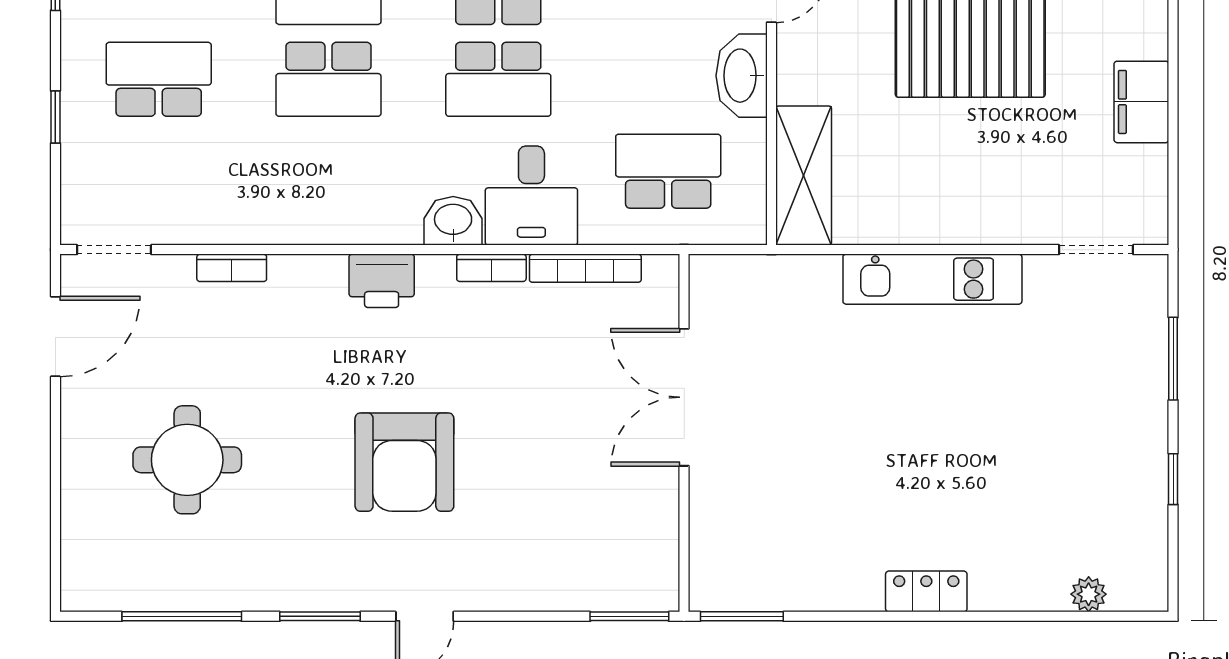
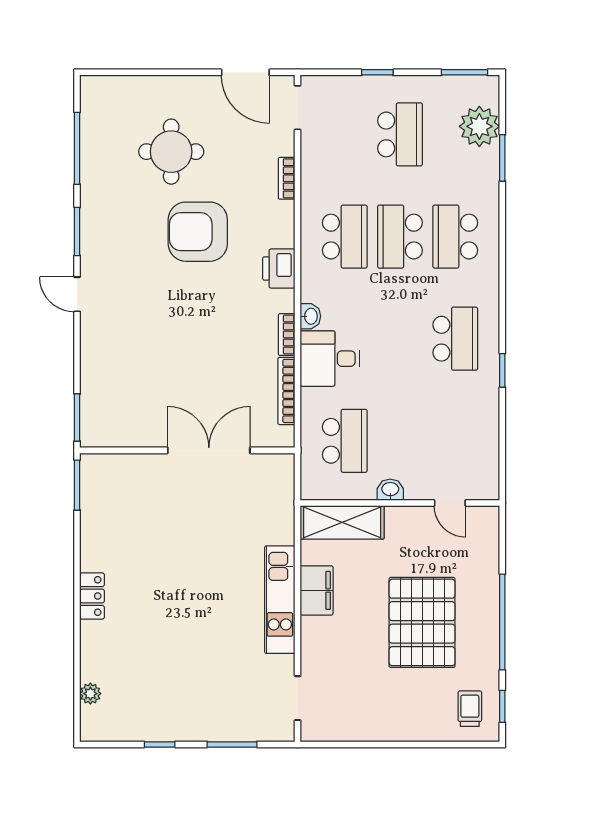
washbasin: (742, 76) -> (390, 490), width x0.52, depth x0.69
school desk: (498, 79) -> (345, 237), moved, turned 180
filing cabinet: (1141, 102) -> (317, 590), moved, turned 90
washbasin: (453, 221) -> (310, 316), width x0.72, depth x0.69
armchair: (404, 462) -> (198, 232), moved

